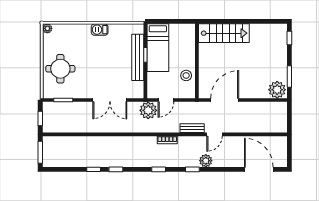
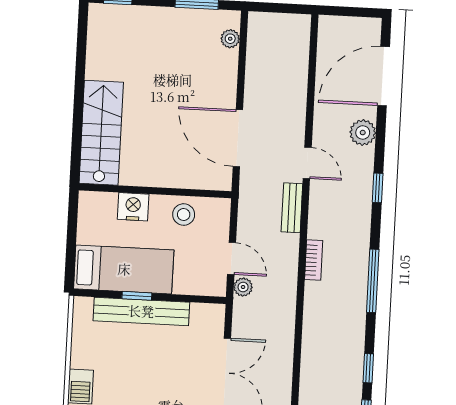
nightstand: (189, 51) -> (133, 207), added
plant: (277, 90) -> (230, 39), width x0.53, depth x0.53
plant: (148, 110) -> (243, 287), width x0.53, depth x0.53
plant: (206, 161) -> (363, 133), moved
window: (159, 169) -> (373, 281), width x2.17
window: (192, 169) -> (378, 188), moved

